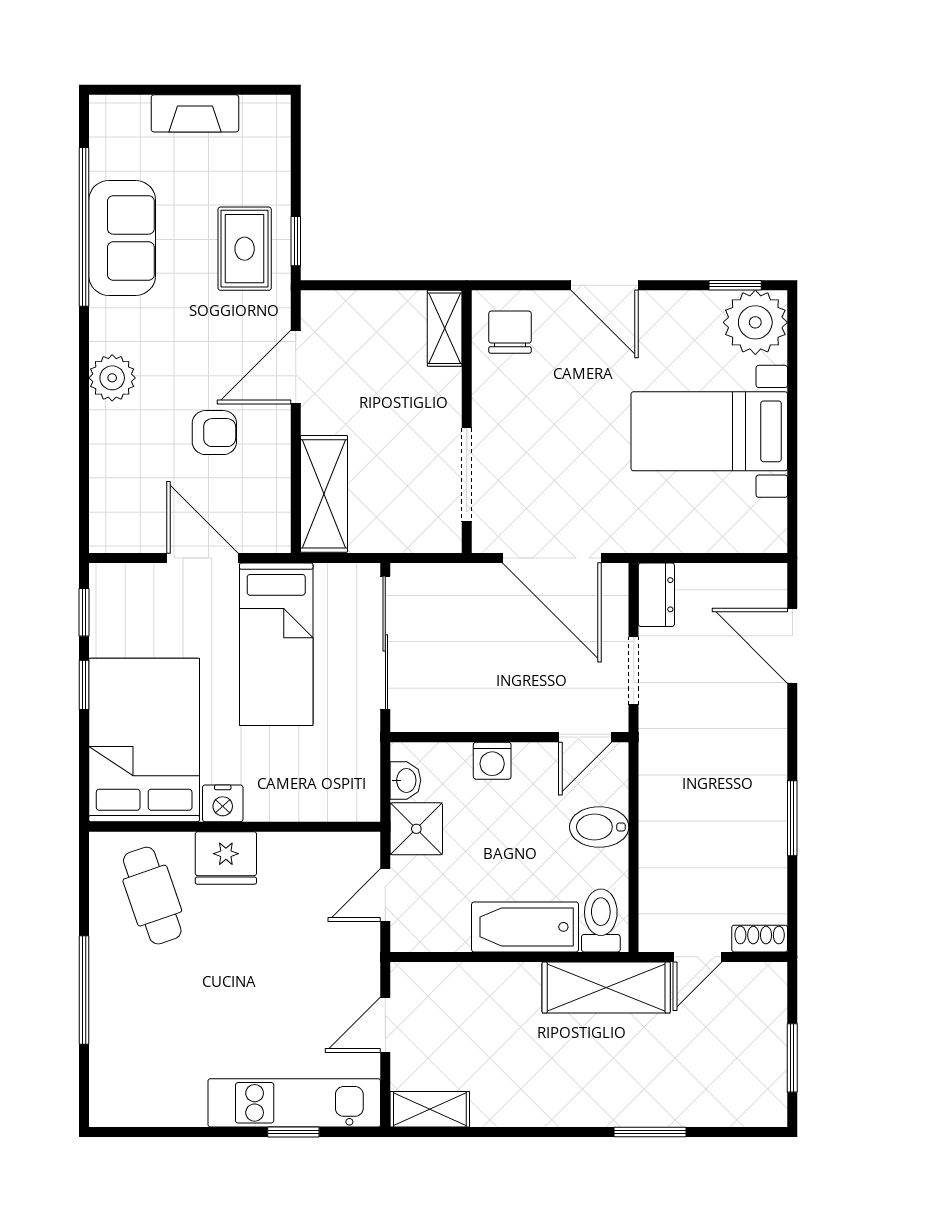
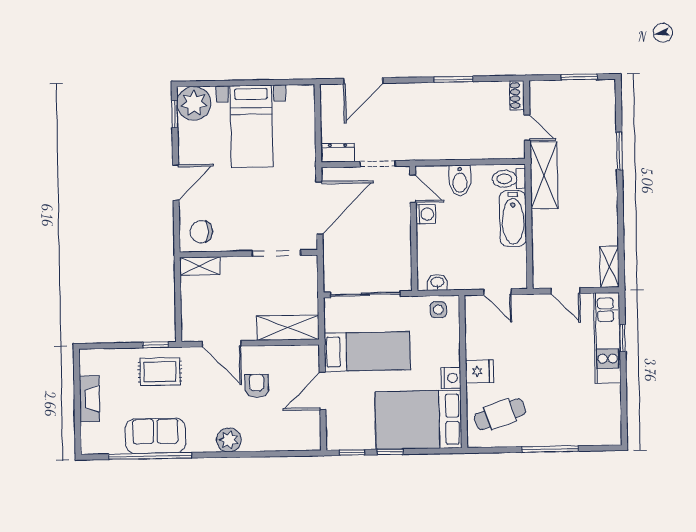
washing machine: (492, 761) -> (426, 214), moved
side table: (353, 782) -> (438, 310), added
shower: (416, 829) -> (463, 276), removed
fridge: (226, 858) -> (479, 371), width x0.72

